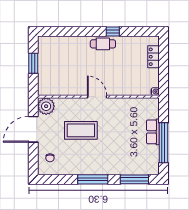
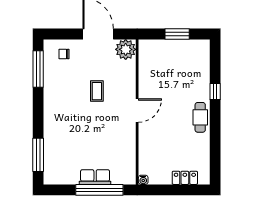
window: (113, 31) -> (215, 92), moved
coffee table: (81, 130) -> (97, 91), width x0.54, depth x0.58
window: (163, 143) -> (99, 190), moved
window: (93, 179) -> (38, 69), moved

